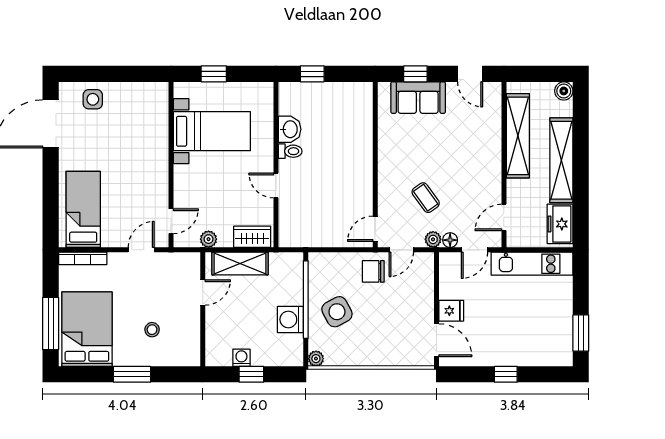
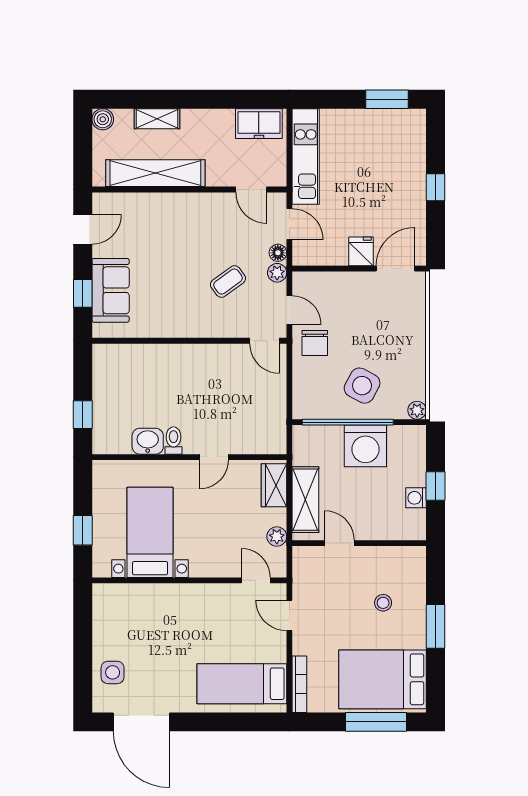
shelving: (561, 160) -> (157, 119), width x0.45, depth x0.75
side table: (337, 312) -> (362, 386), turned -34
washing machine: (290, 319) -> (365, 446), width x1.37, depth x1.37

